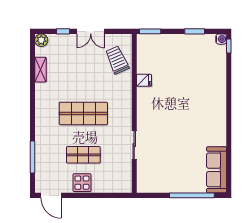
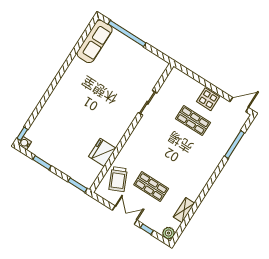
fridge: (144, 80) -> (102, 152), width x1.88, depth x1.34
shop shelf: (83, 113) -> (151, 187), moved, width x0.70, depth x0.74
door: (51, 195) -> (239, 105), hinge flipped

